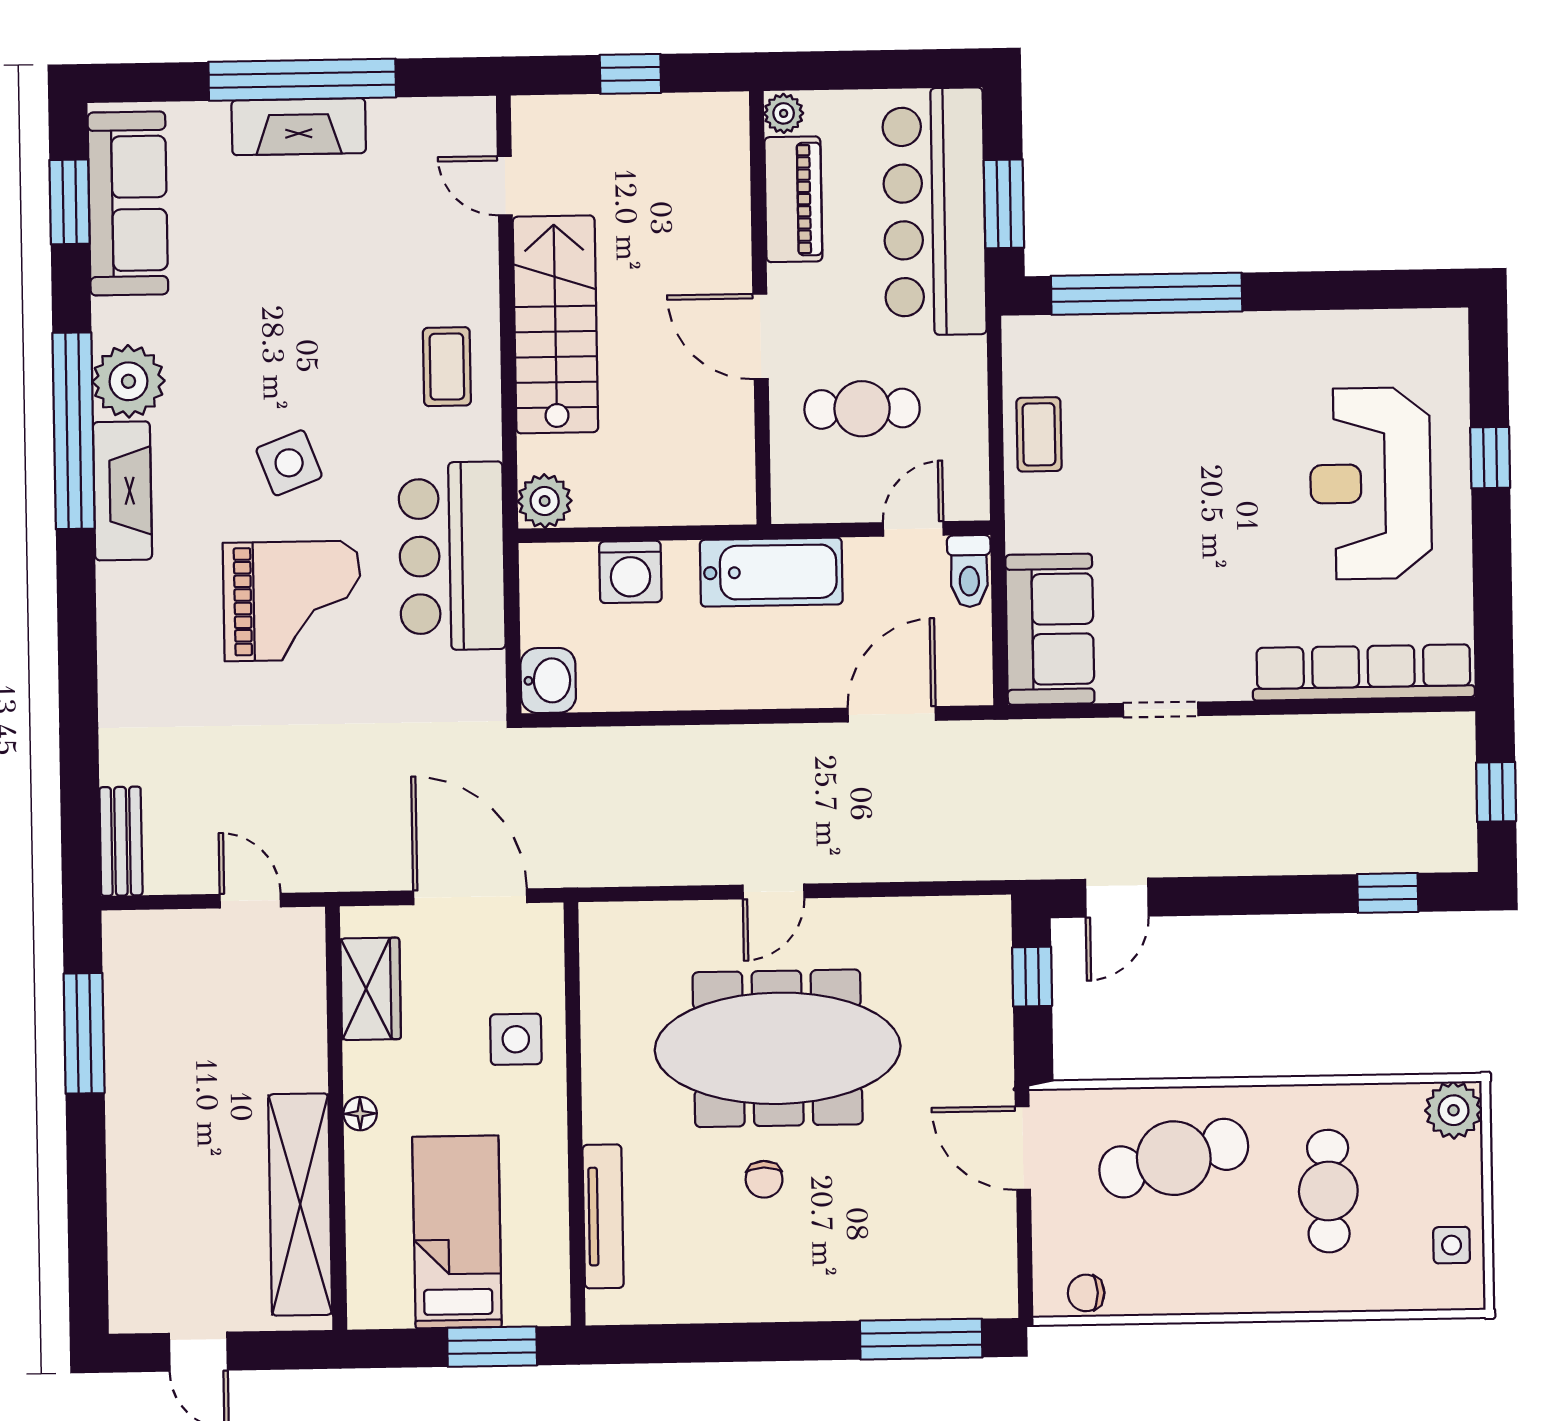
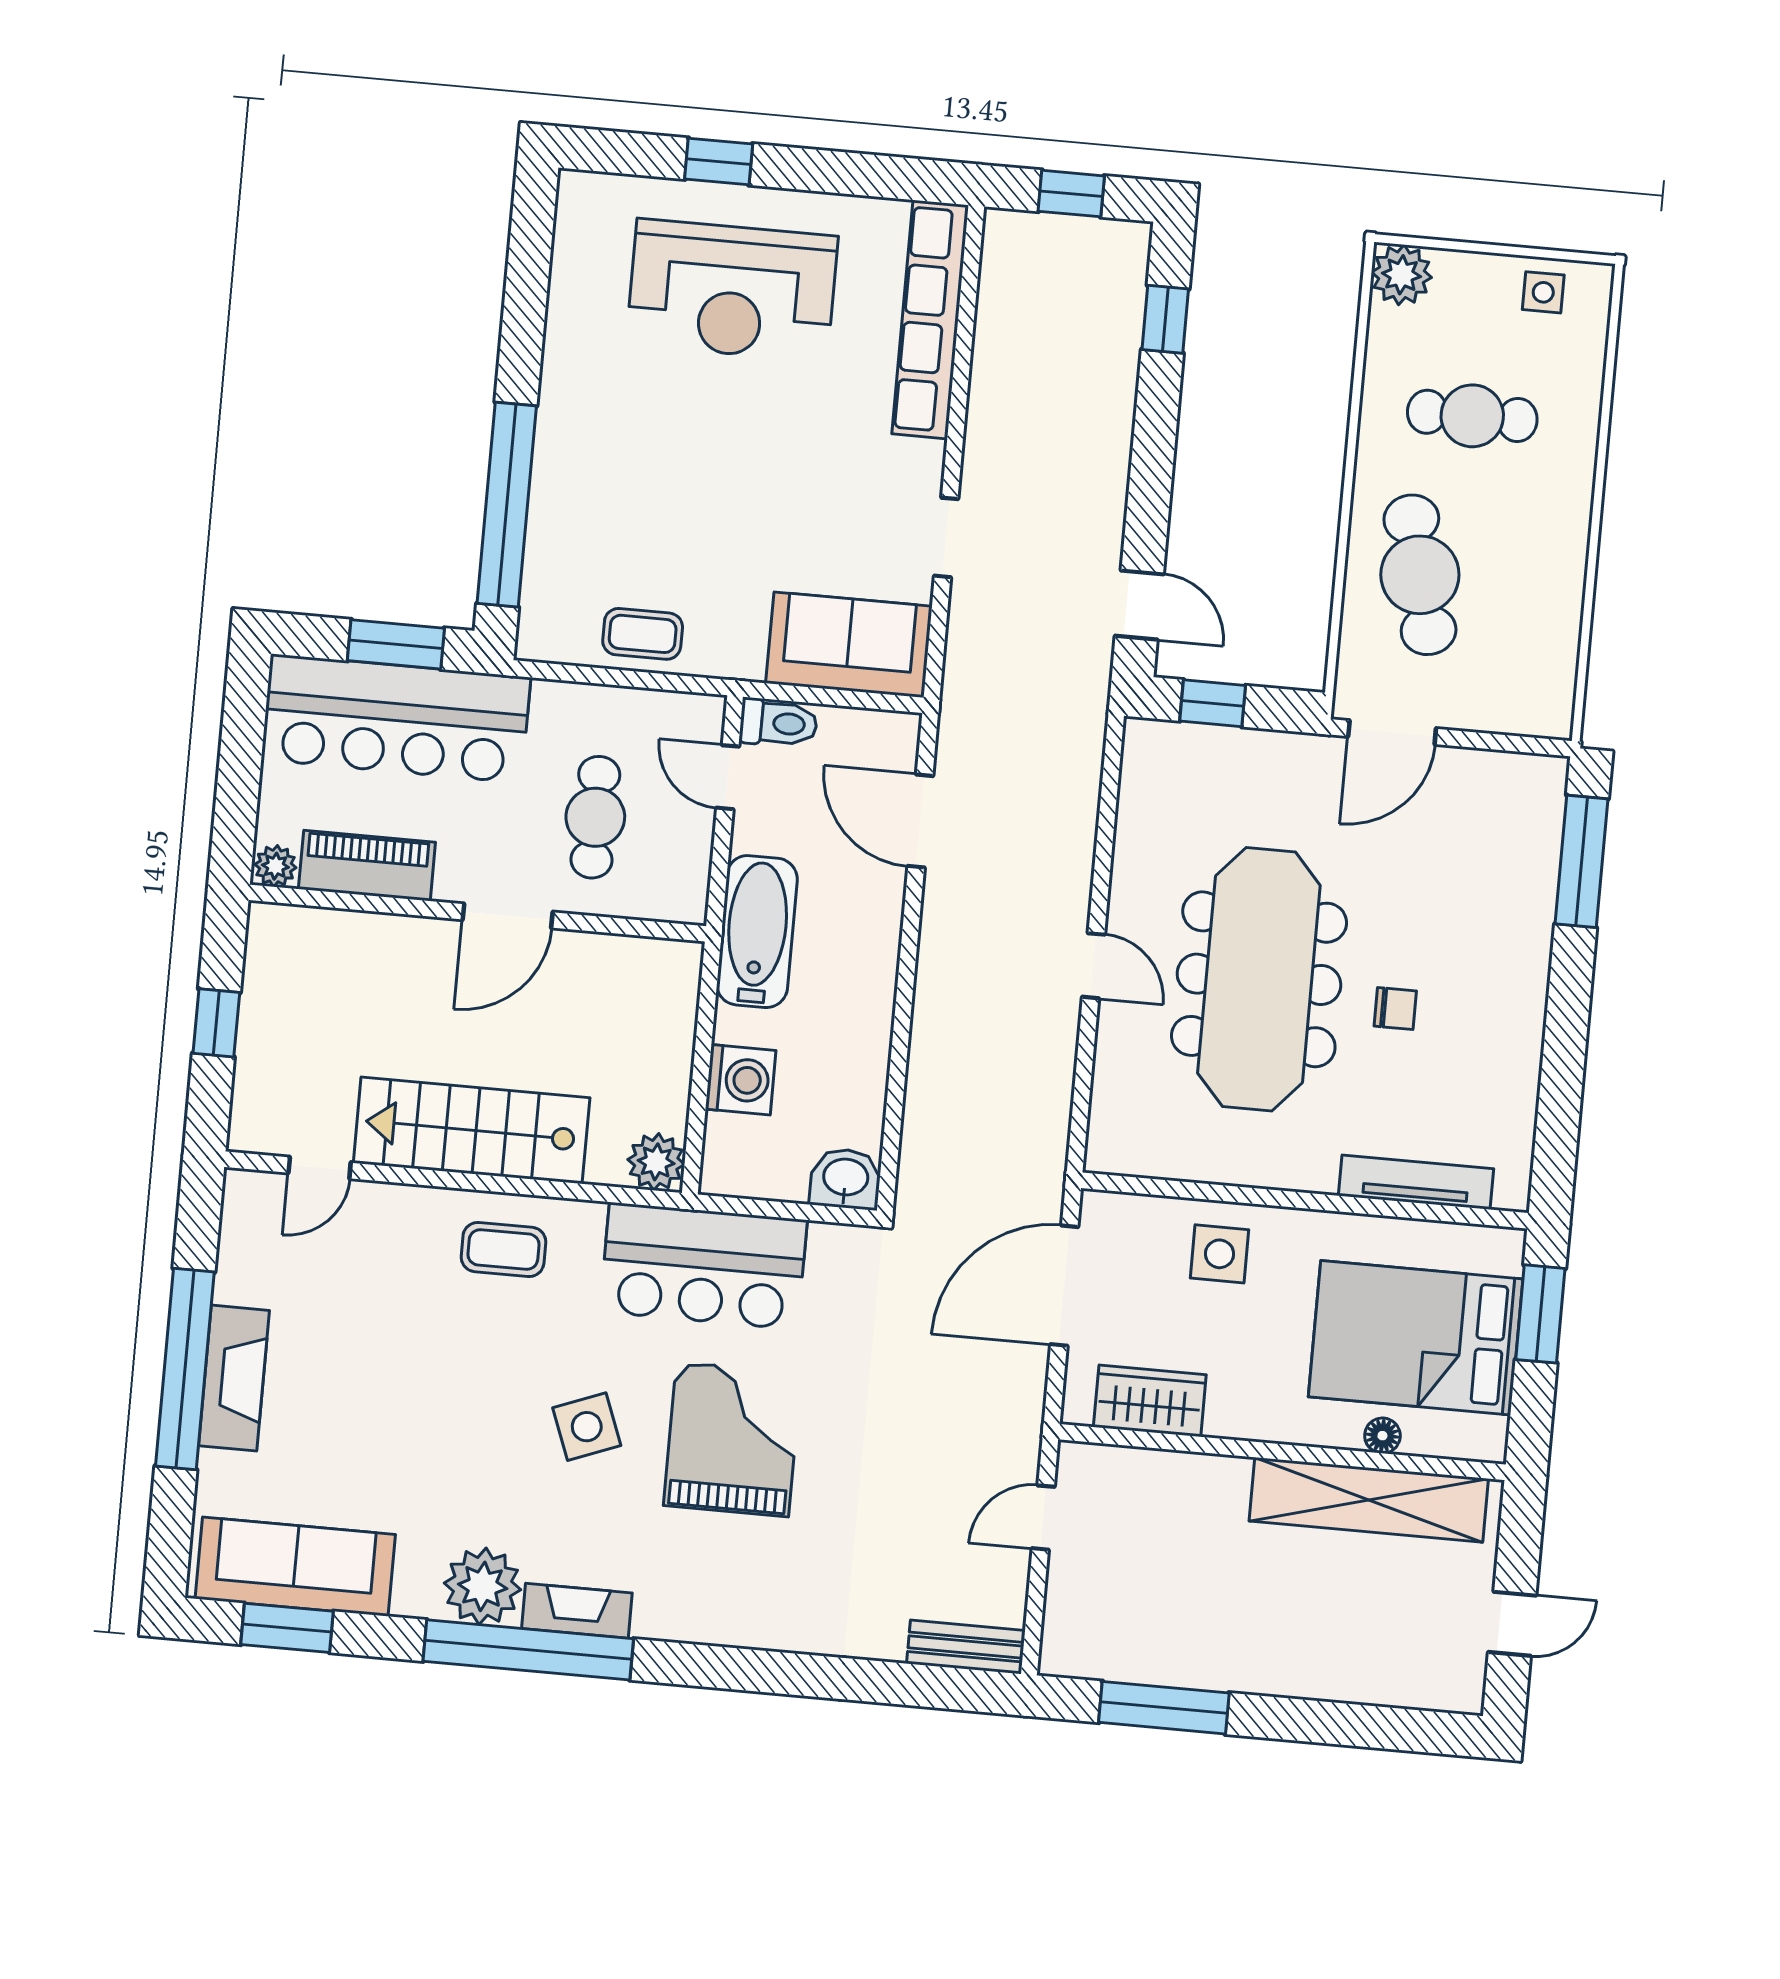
fireplace: (122, 491) -> (577, 1611), width x0.73, depth x0.76
floor lamp: (360, 1114) -> (1382, 1436), moved
bed: (457, 1232) -> (1416, 1338), width x1.50
chair: (1086, 1293) -> (1552, 682), removed

